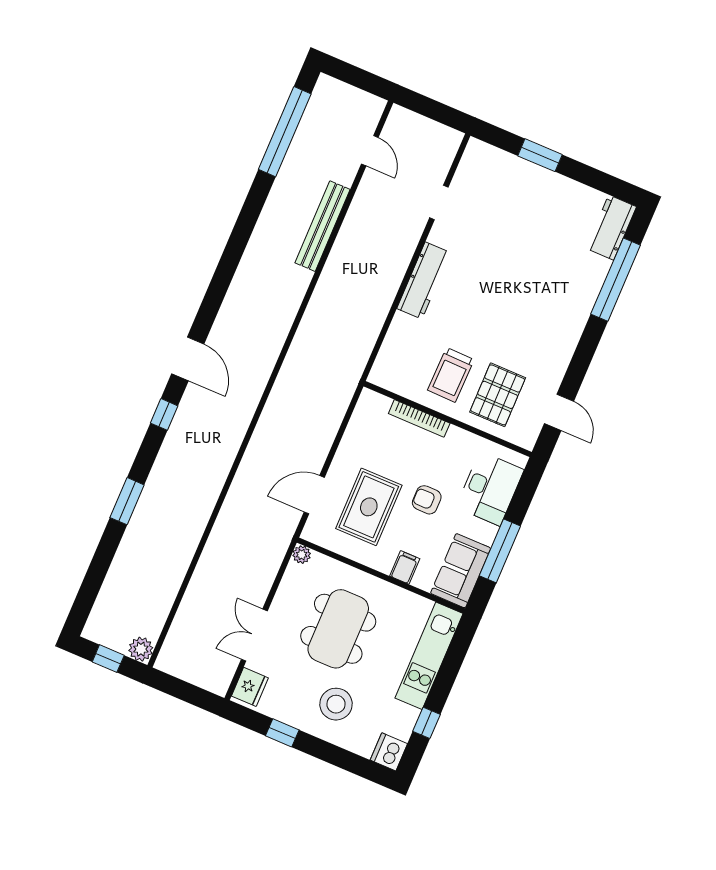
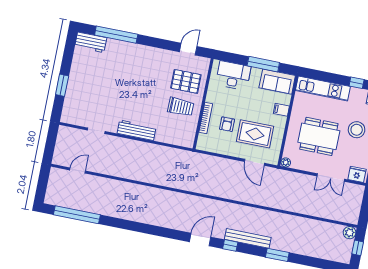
bench: (323, 226) -> (248, 238), moved
armchair: (427, 500) -> (227, 124), moved

